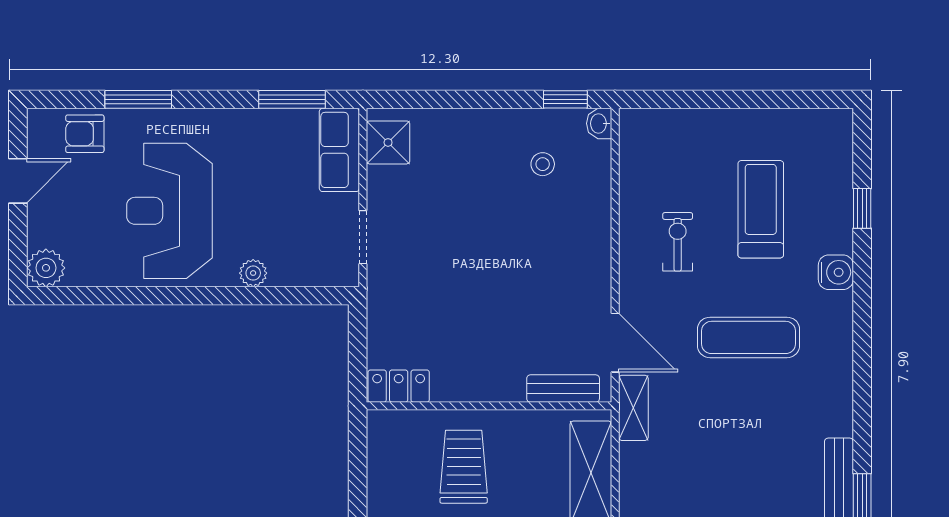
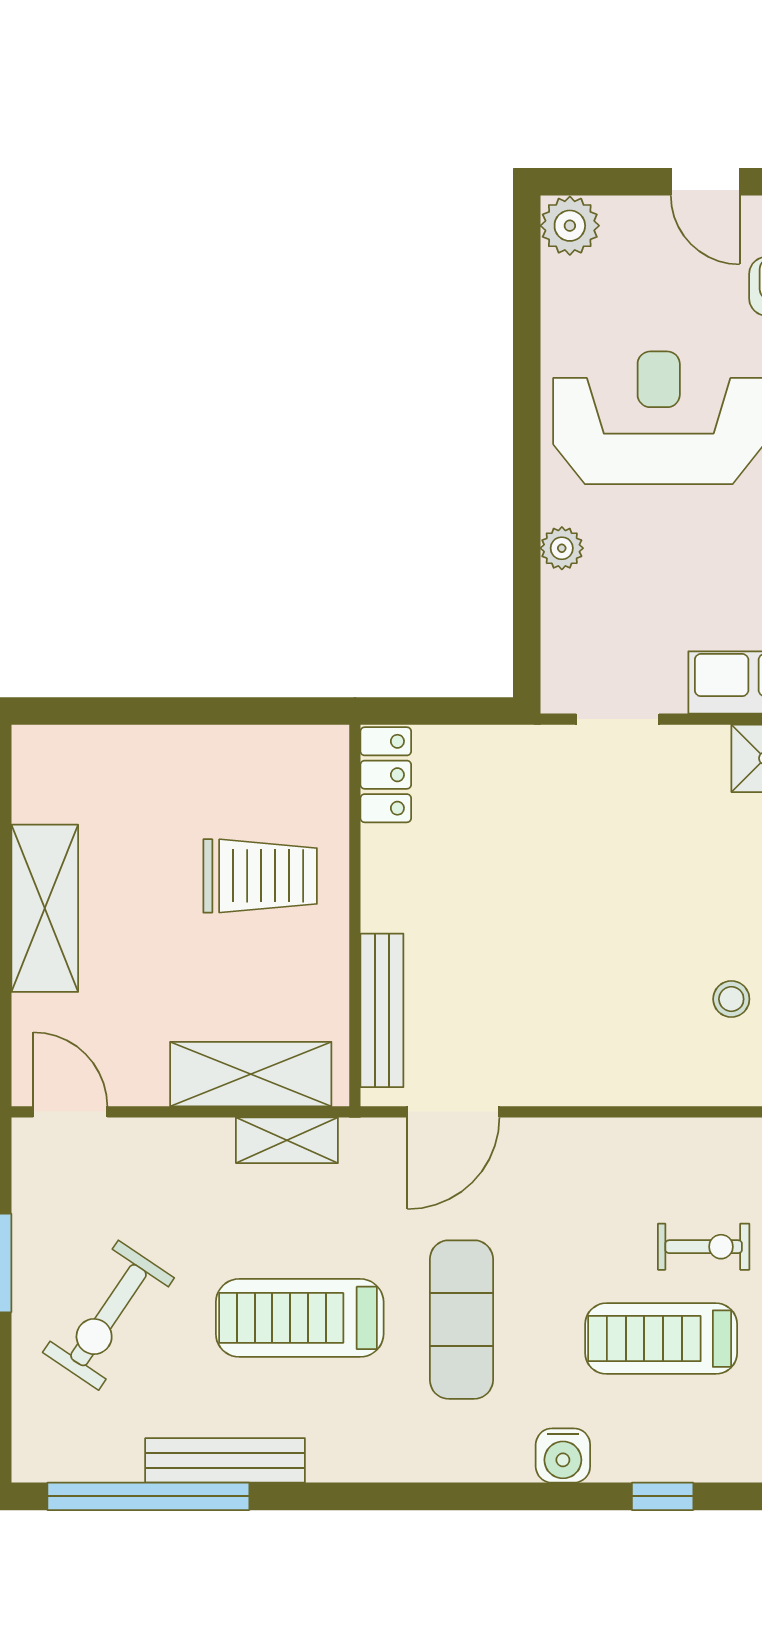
treadmill: (761, 209) -> (661, 1339), turned 180
exercise bike: (678, 242) -> (704, 1247), moved
bench: (563, 389) -> (382, 1010), width x1.36
shelving: (633, 408) -> (287, 1140), moved
treadmill: (747, 441) -> (300, 1318), added

